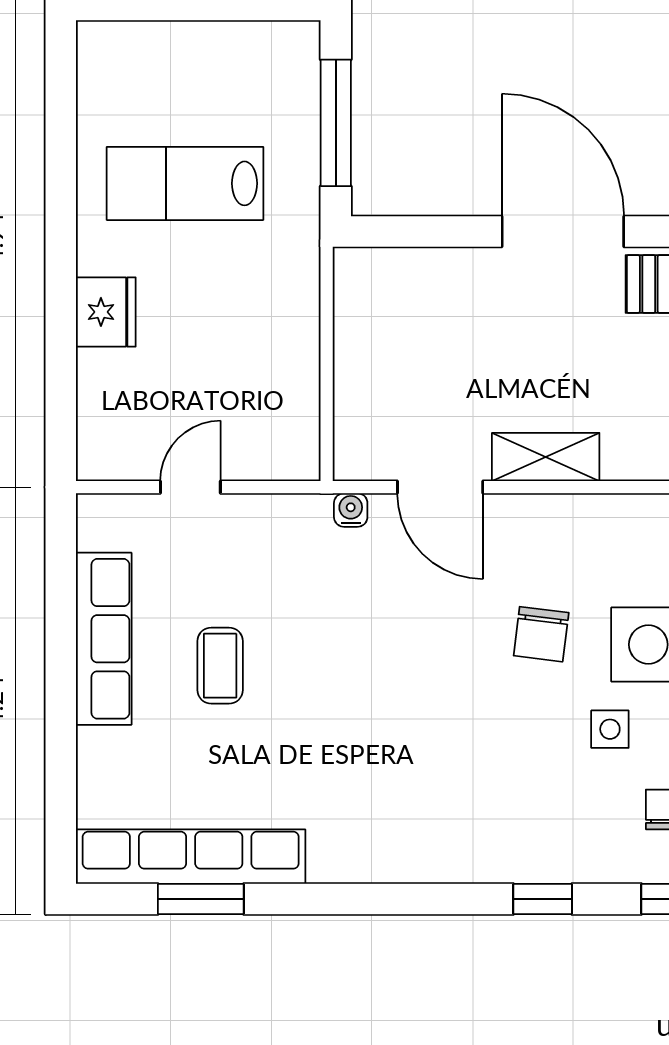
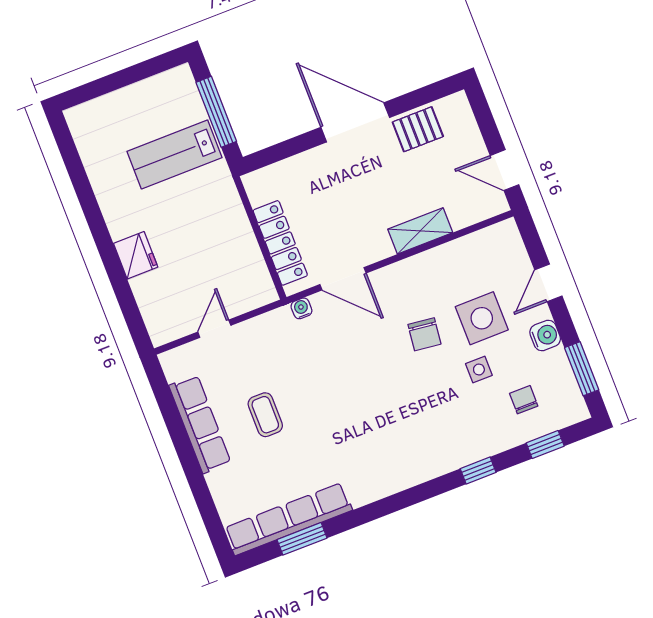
lab bench: (185, 183) -> (174, 155), moved
locker: (358, 386) -> (280, 243), added
shelving: (546, 457) -> (420, 231), moved

